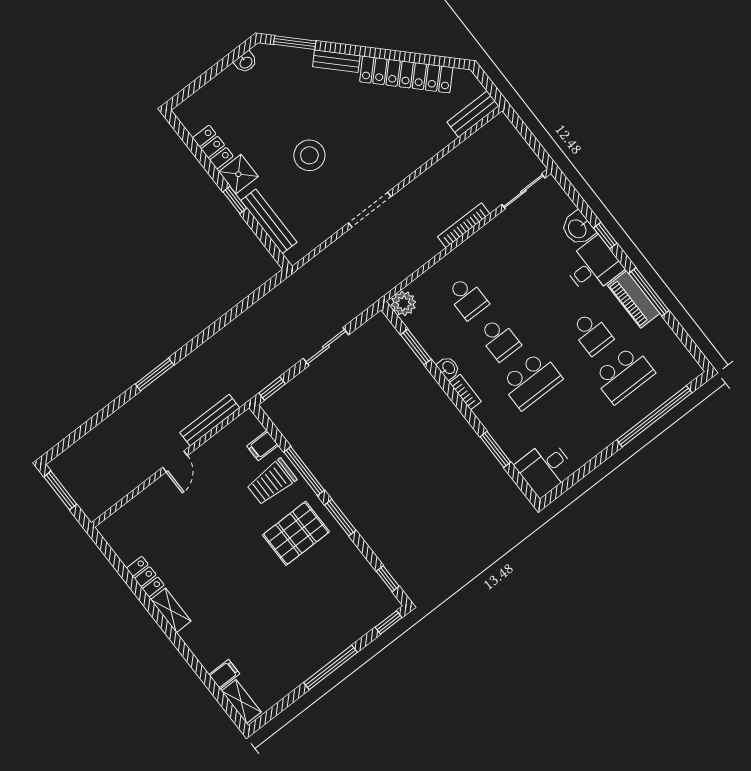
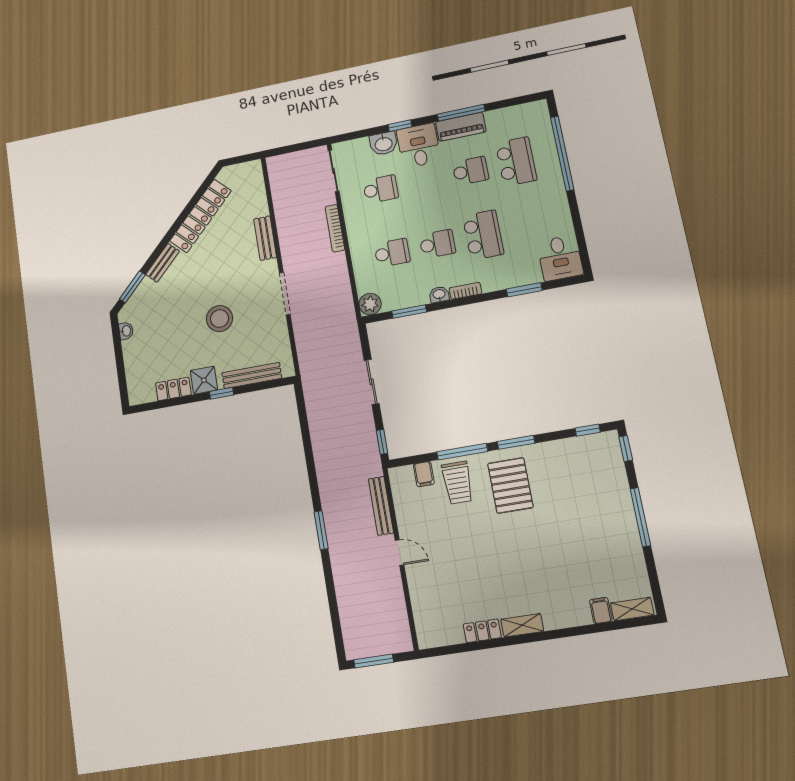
bench: (473, 114) -> (265, 238), moved
school desk: (528, 251) -> (381, 189), added

